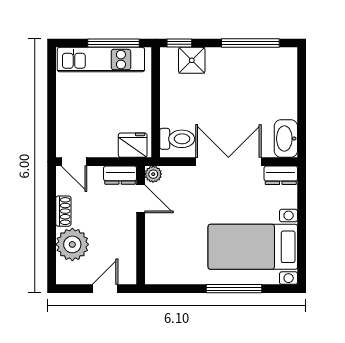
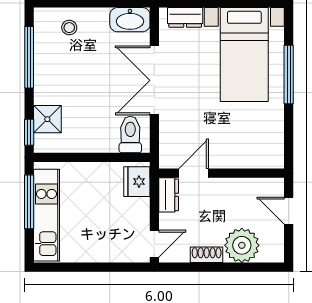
stool: (278, 81) -> (69, 28), added
plant: (153, 174) -> (168, 160), removed
dresser: (281, 175) -> (185, 17), moved, turned 90

